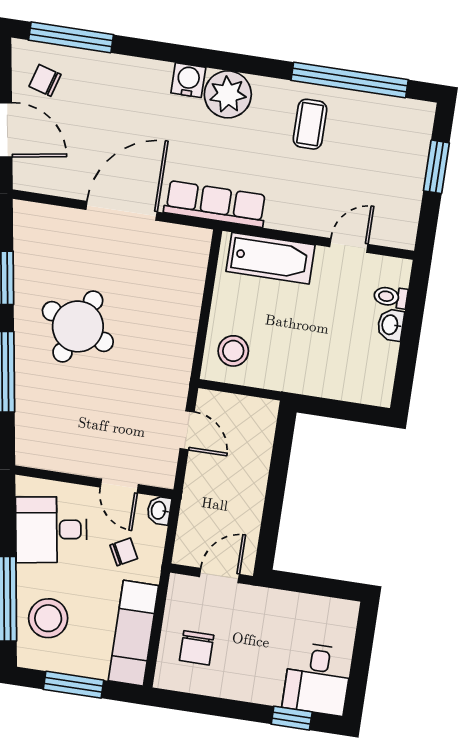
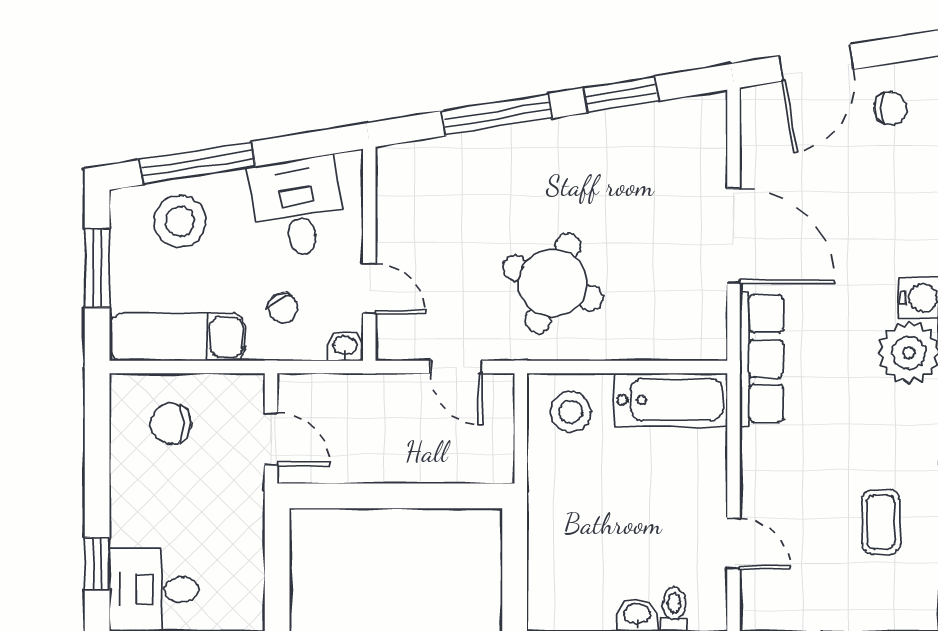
chair: (45, 80) -> (890, 108), turned 74
coffee table: (310, 124) -> (881, 522), moved, turned 90
bathtub: (270, 258) -> (671, 400), moved, turned -90
round table: (78, 326) -> (553, 283), moved
door: (187, 430) -> (456, 367), hinge flipped
door: (119, 486) -> (369, 289), swing flipped

